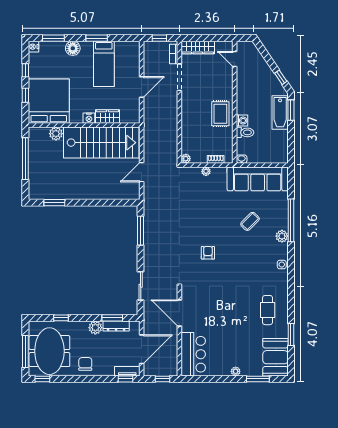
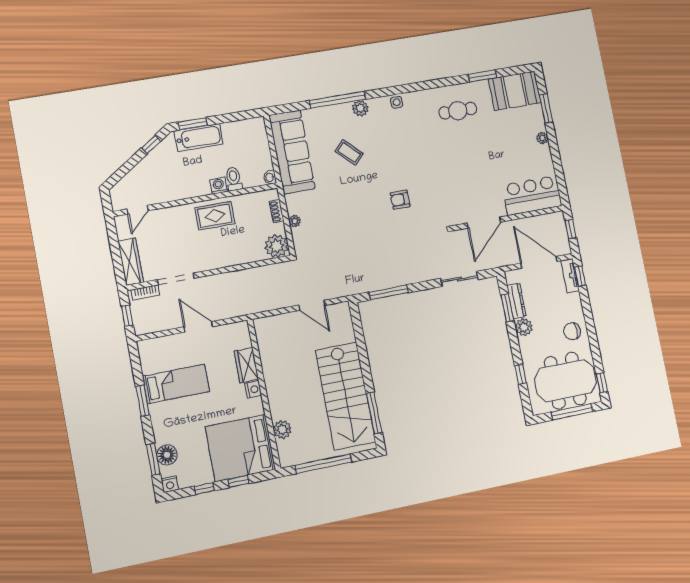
floor lamp: (73, 48) -> (167, 455), moved
stairs: (101, 143) -> (346, 396), moved, turned 180
plant: (186, 159) -> (277, 246), width x1.87, depth x1.87
window: (54, 203) -> (374, 413), width x1.44

